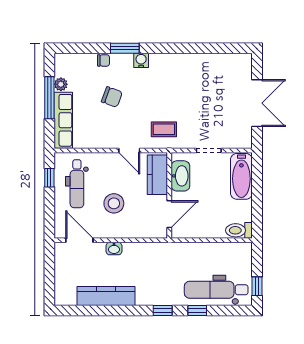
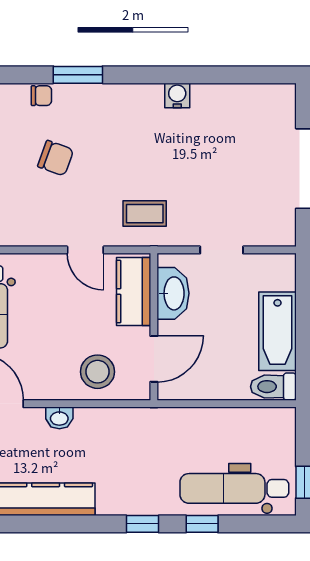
water cooler: (141, 60) -> (177, 95), moved
bathtub: (241, 176) -> (278, 331), moved
stool: (114, 203) -> (97, 372), moved

